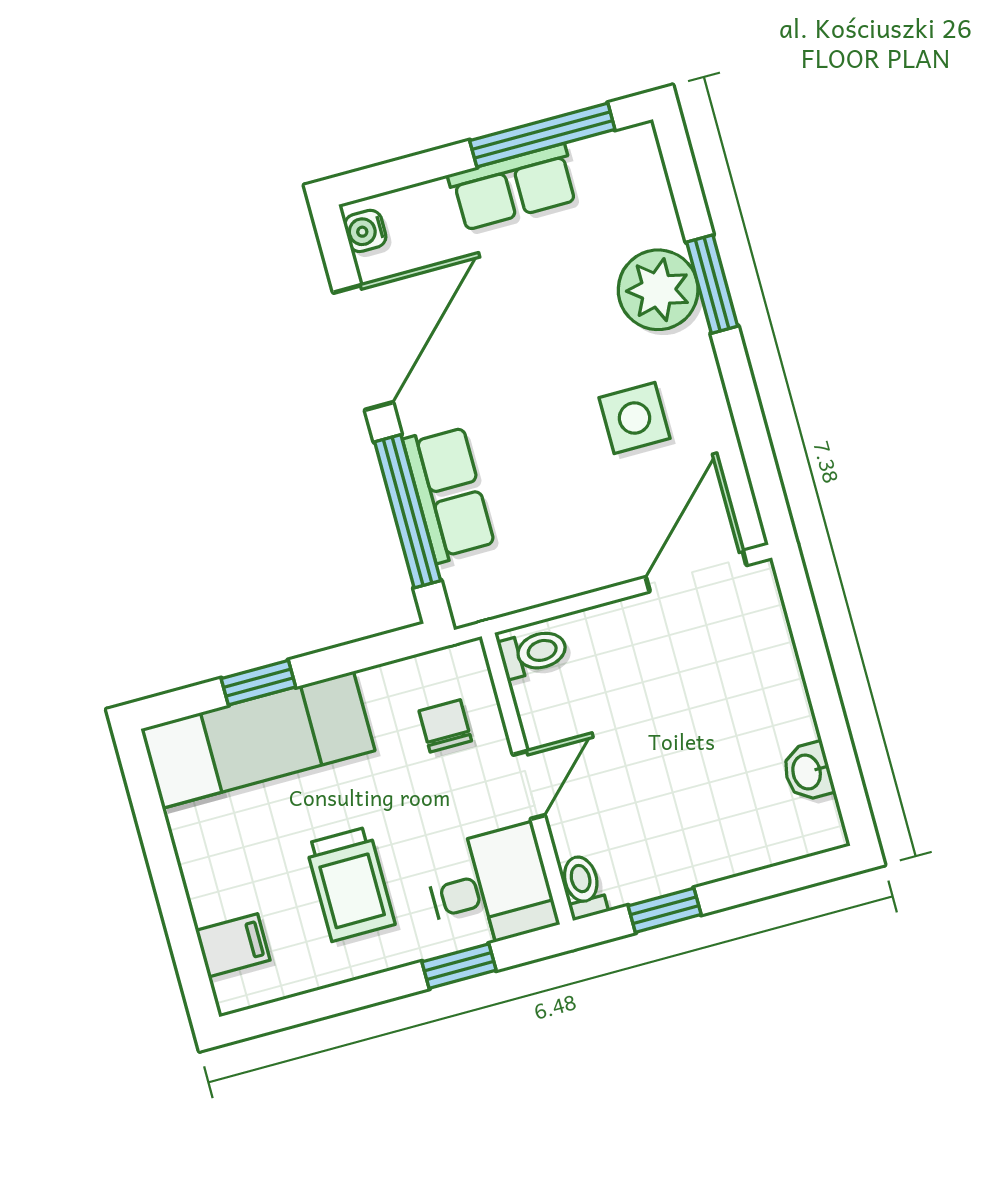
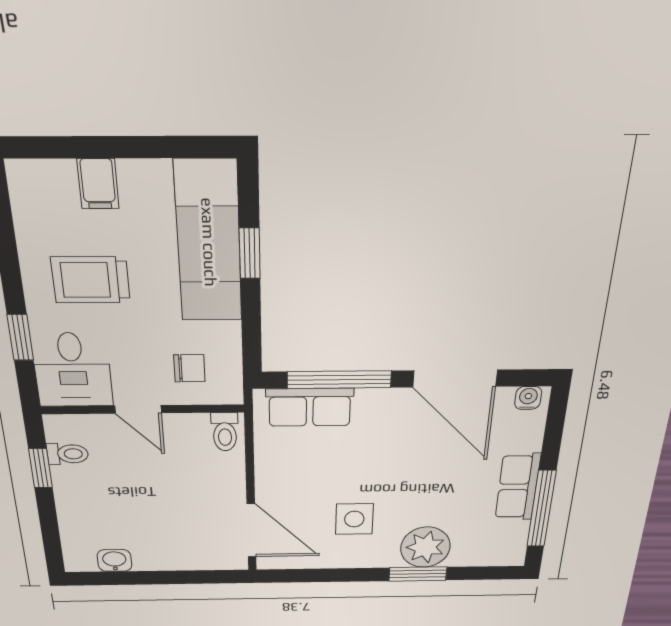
row of seats: (449, 493) -> (310, 407), moved
toilet: (583, 887) -> (68, 454), moved
filing cabinet: (233, 945) -> (98, 184), moved

